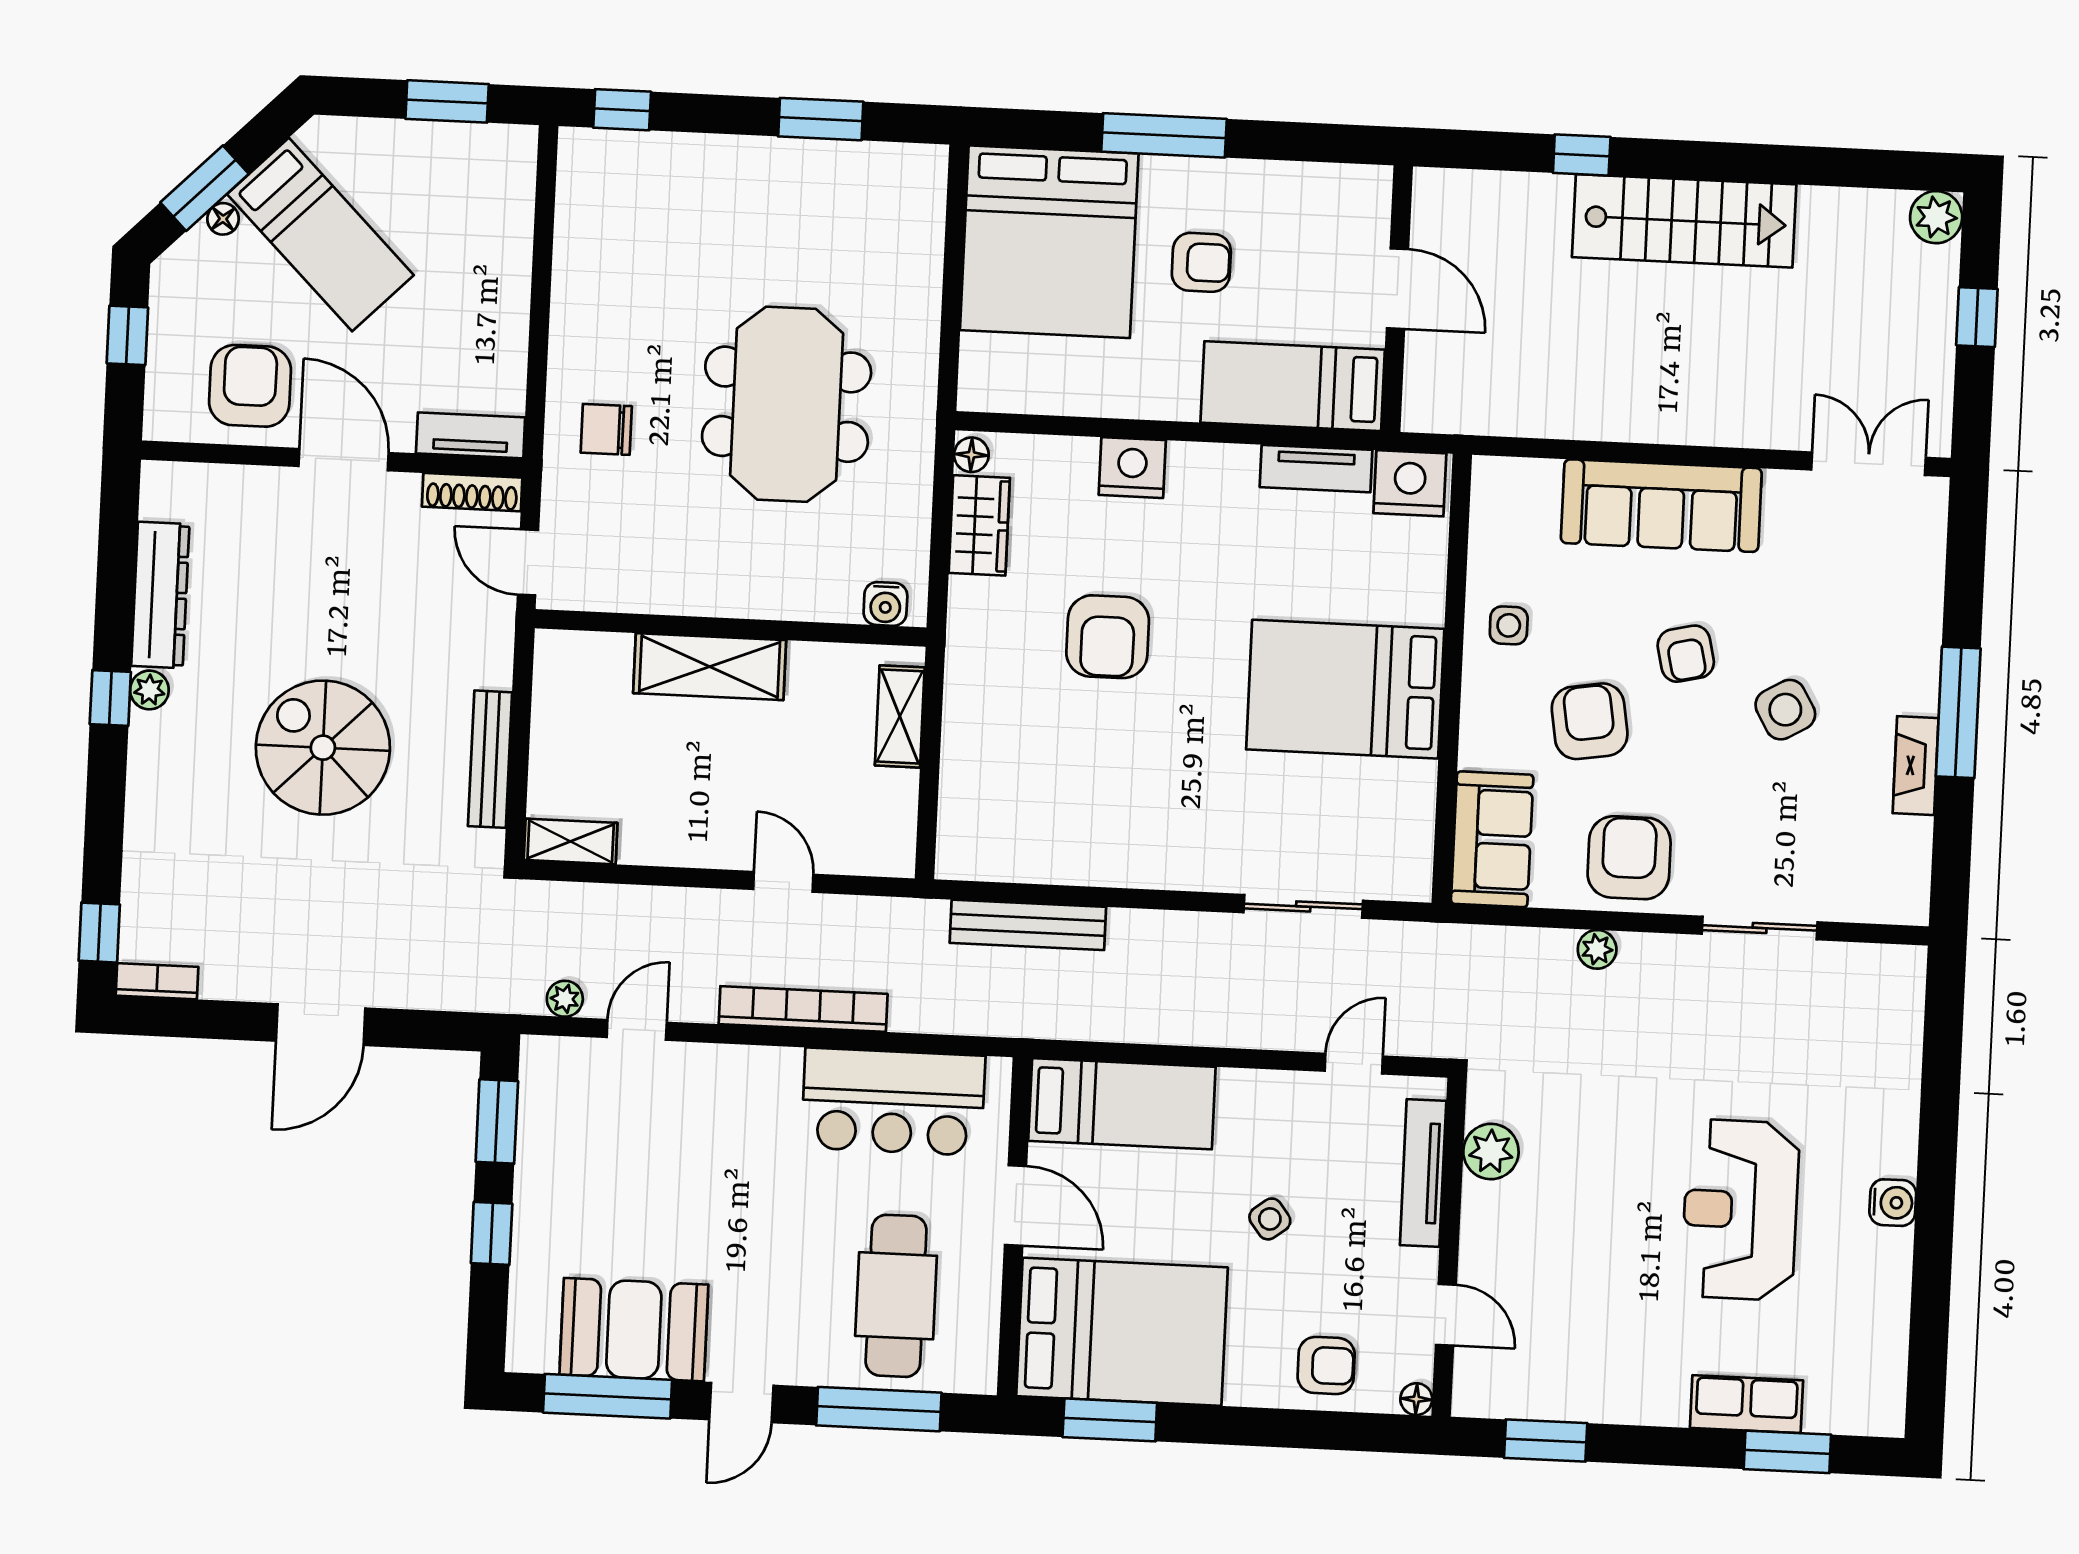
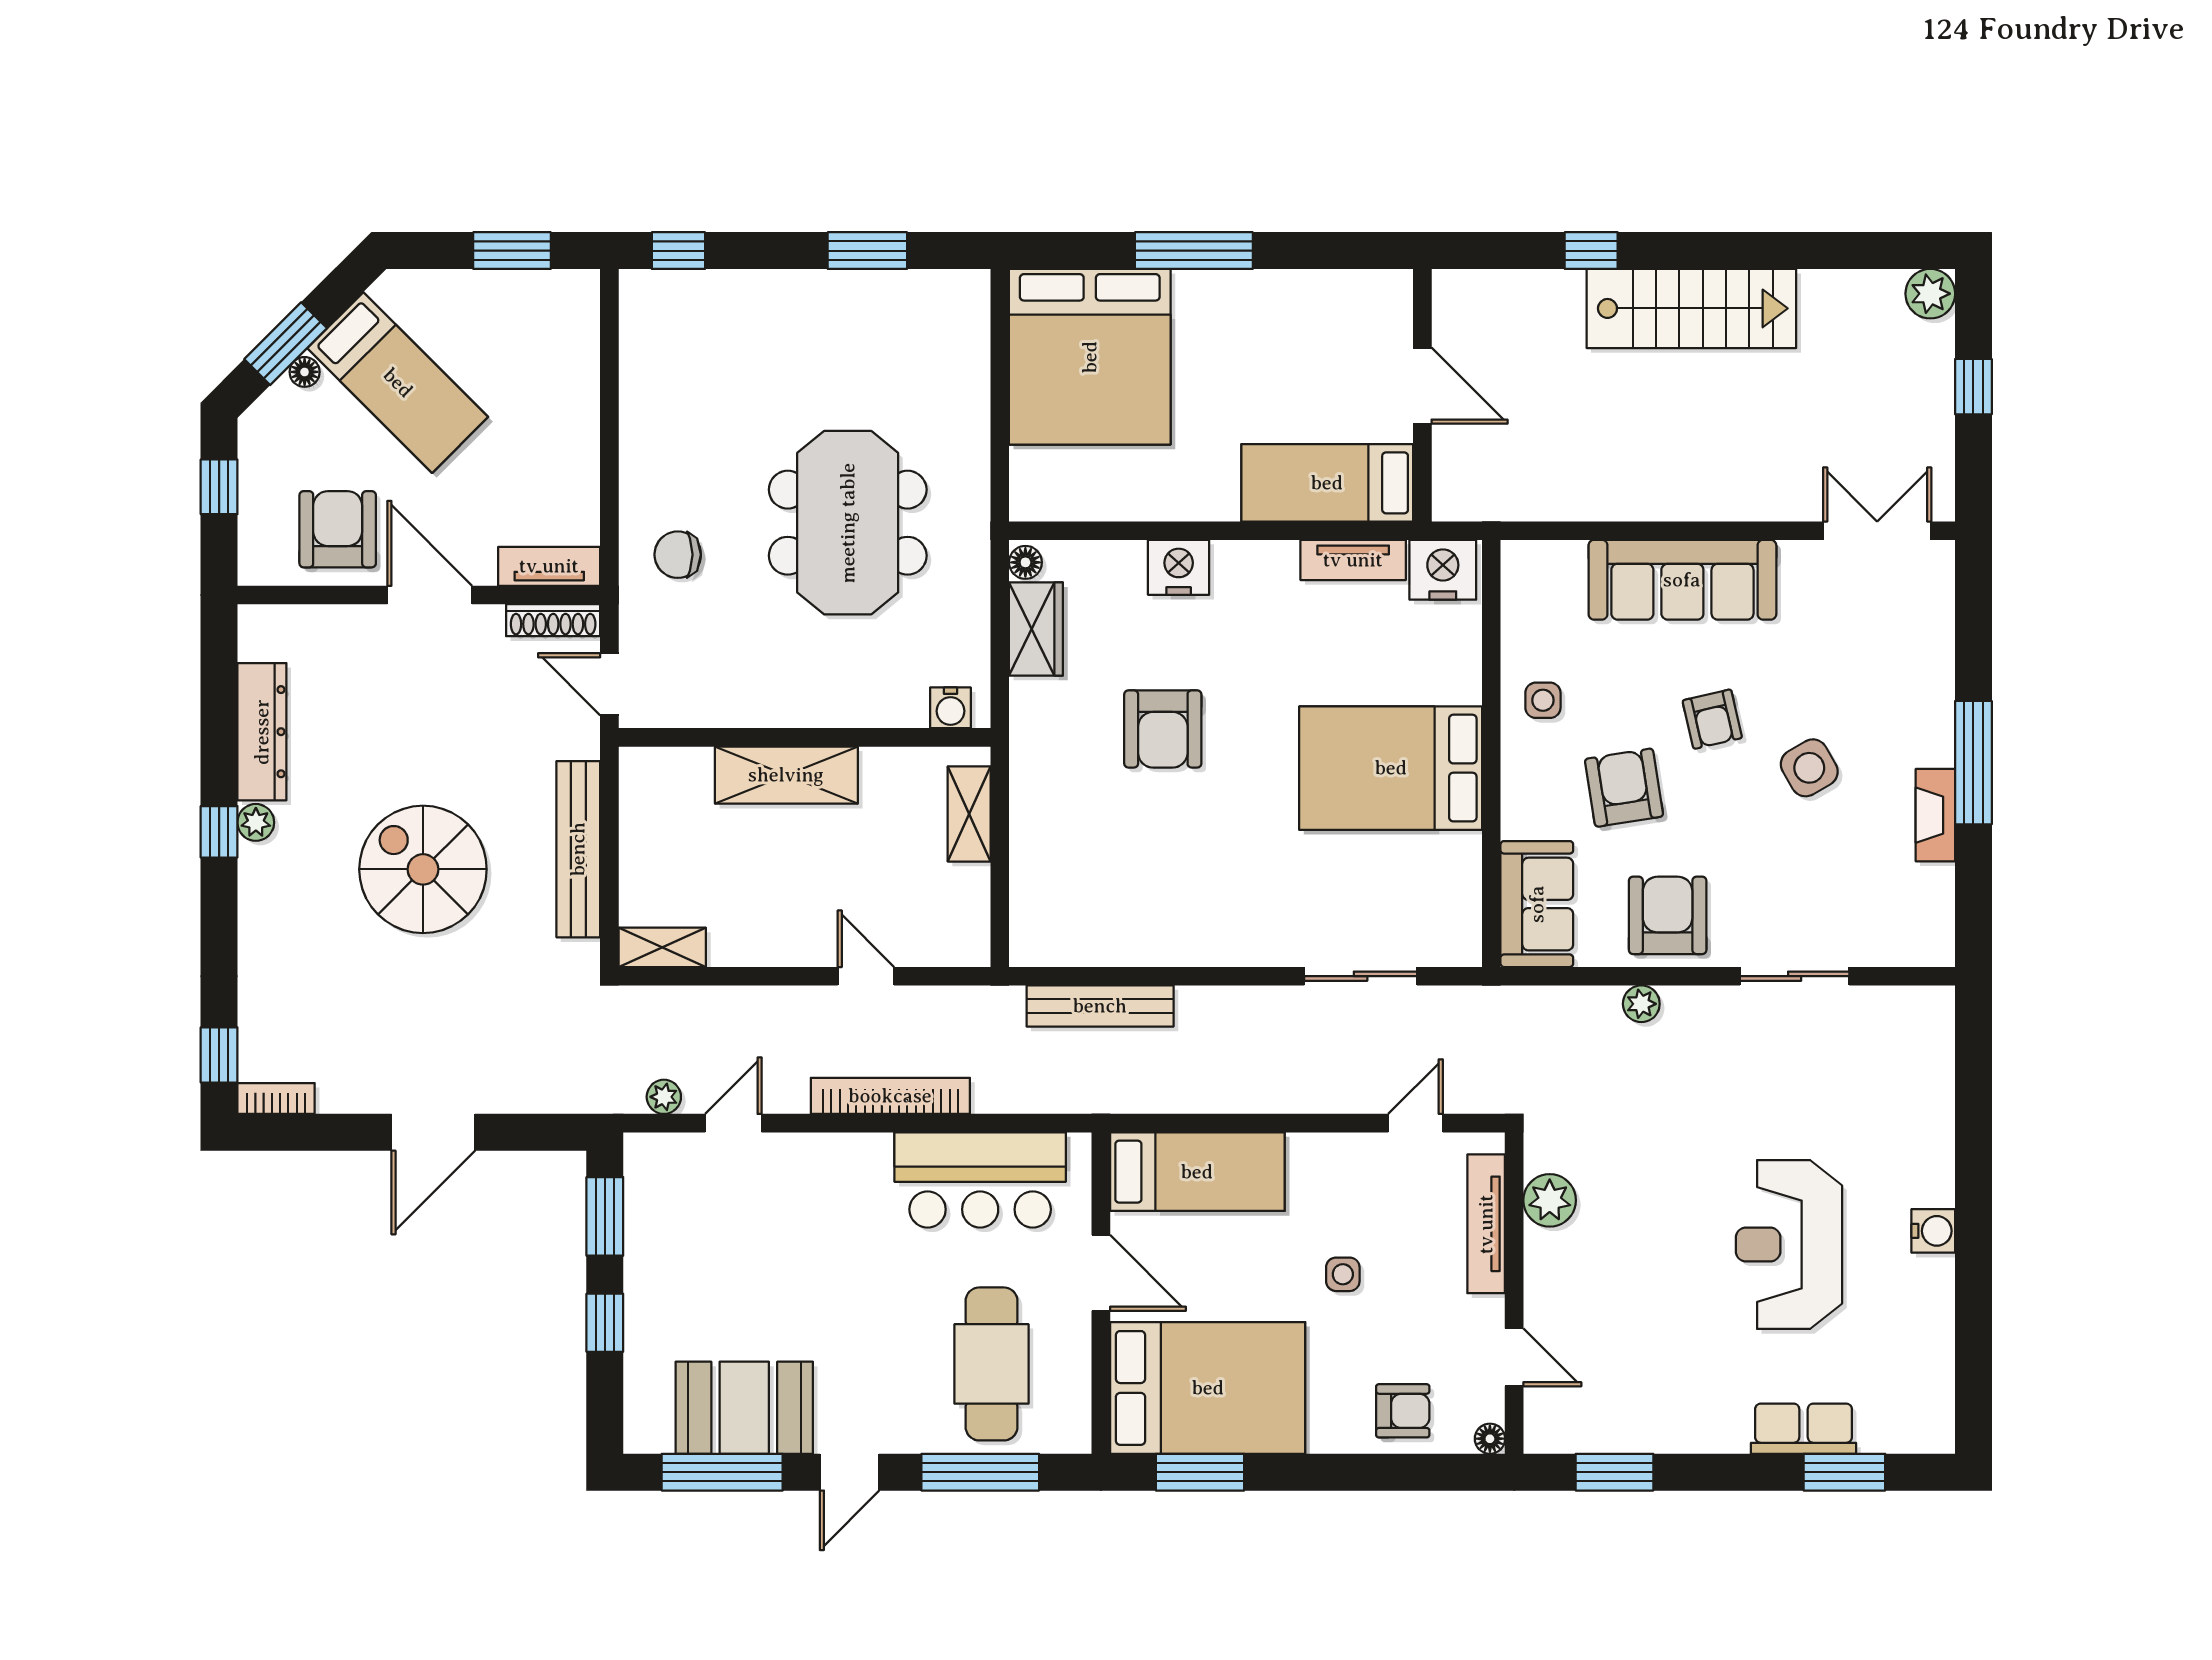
armchair: (1201, 262) -> (1235, 369), removed
bench: (490, 759) -> (578, 849), width x1.37, depth x1.21
side table: (1270, 1219) -> (1343, 1274), turned 37

